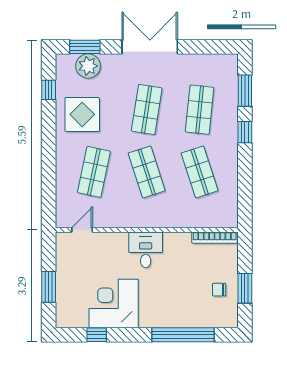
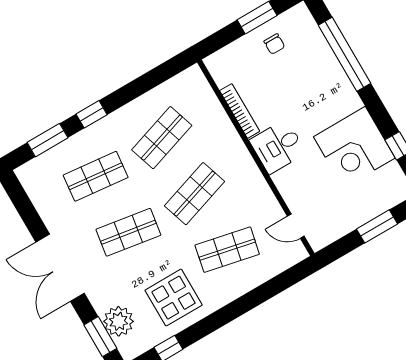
bookcase: (215, 238) -> (240, 111), moved

